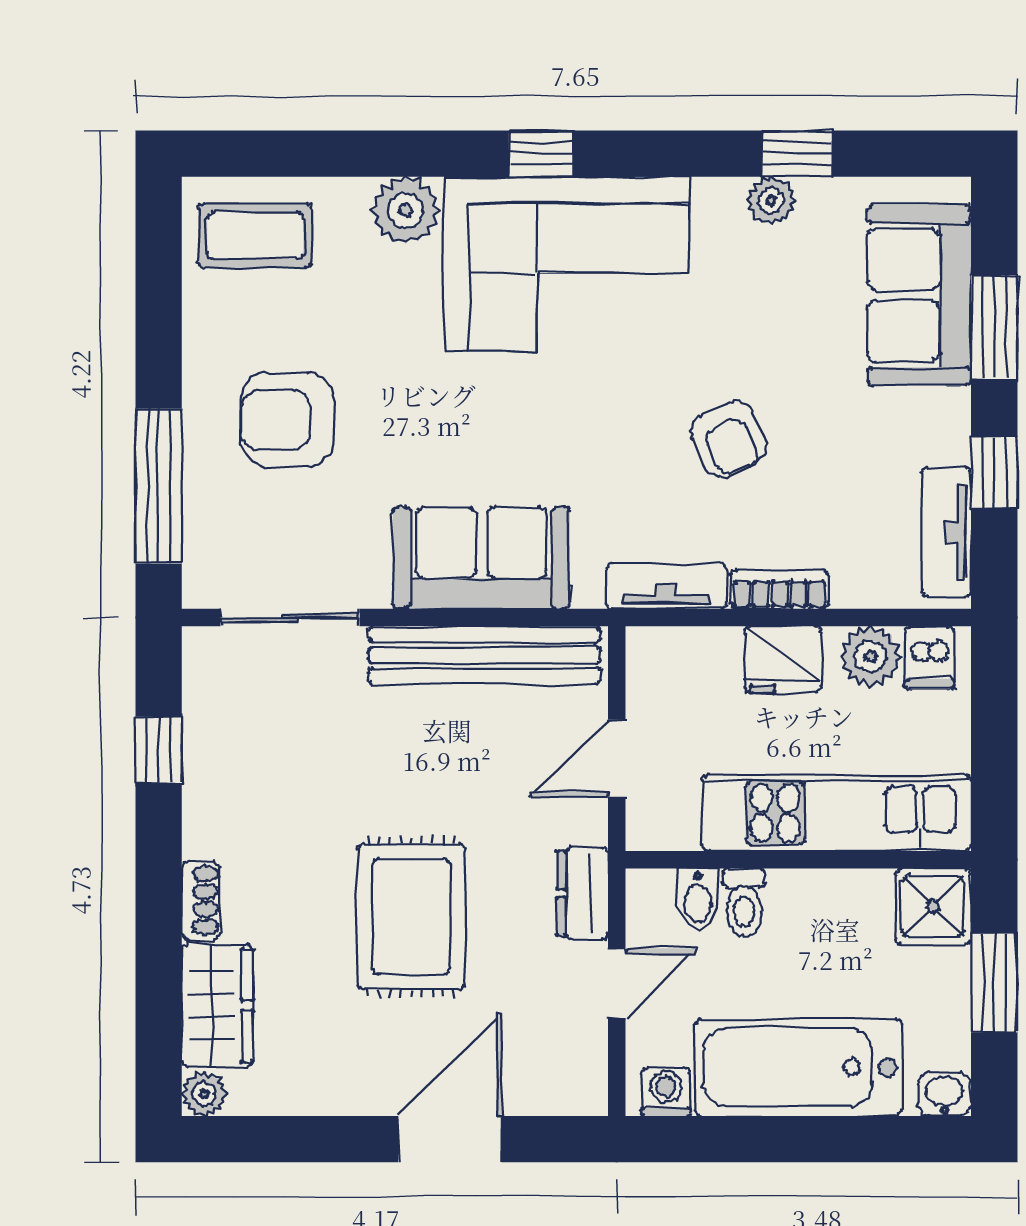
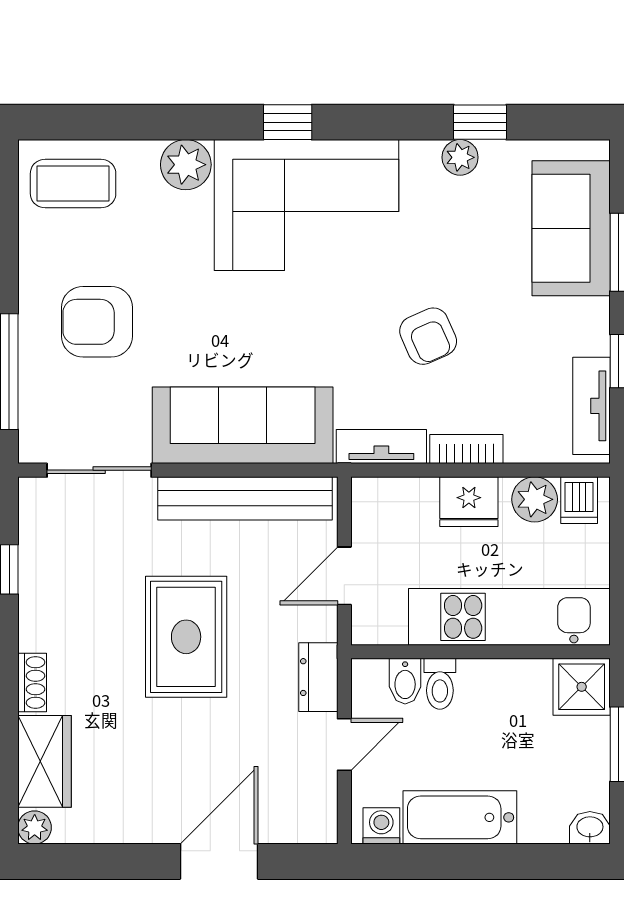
sofa: (481, 558) -> (243, 425), width x1.36
rug: (411, 917) -> (186, 637), moved
bathtub: (798, 1067) -> (460, 817), width x0.73, depth x0.73

